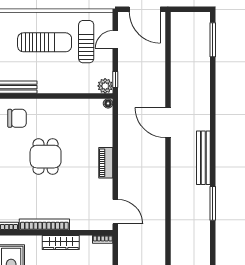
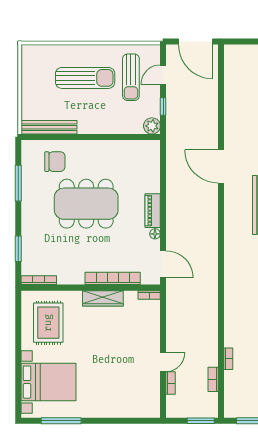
sun lounger: (86, 42) -> (131, 77), turned 180
window: (115, 79) -> (163, 107), moved
floor lamp: (108, 103) -> (155, 234), moved
dining table: (46, 157) -> (86, 204), width x1.88, depth x1.24
bookcase: (44, 224) -> (113, 278), moved

